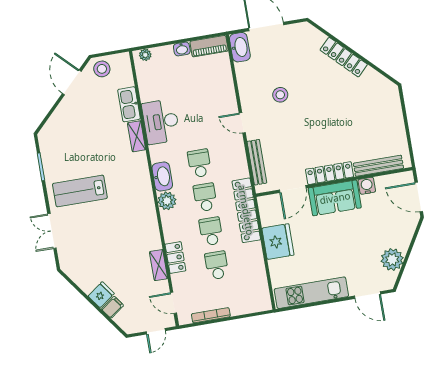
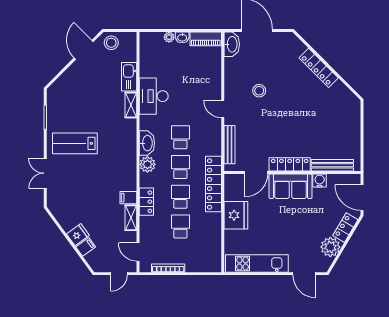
plant: (145, 55) -> (169, 37), moved
locker: (405, 234) -> (345, 228), added
filing cabinet: (152, 242) -> (128, 198), added
locker: (175, 257) -> (146, 202), moved

